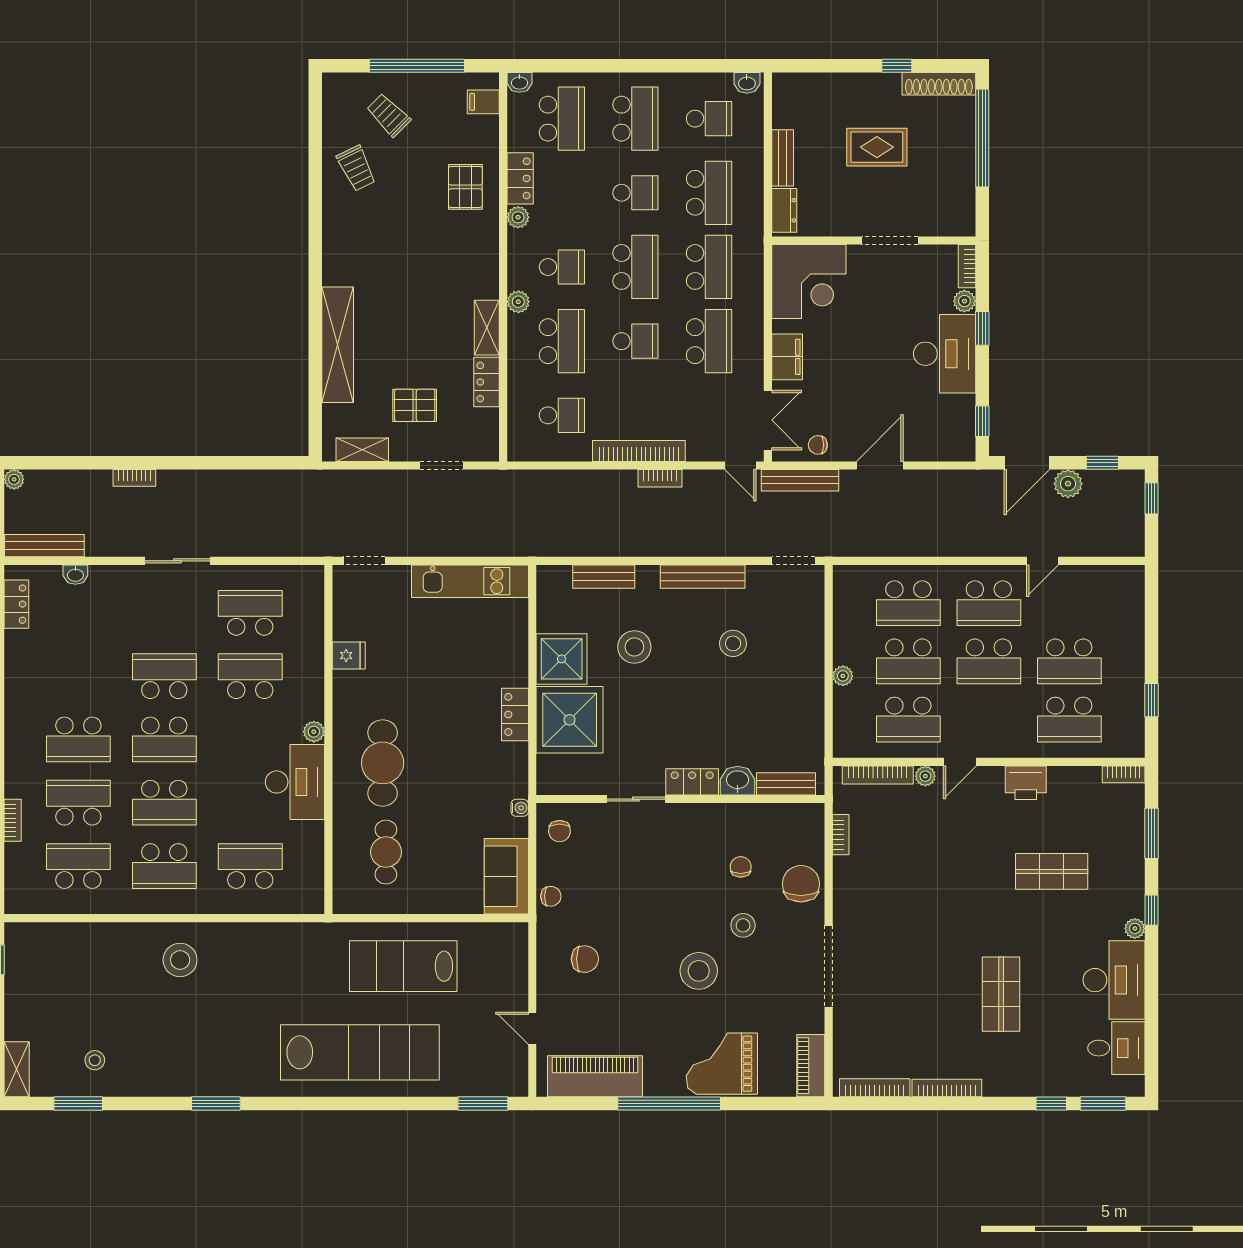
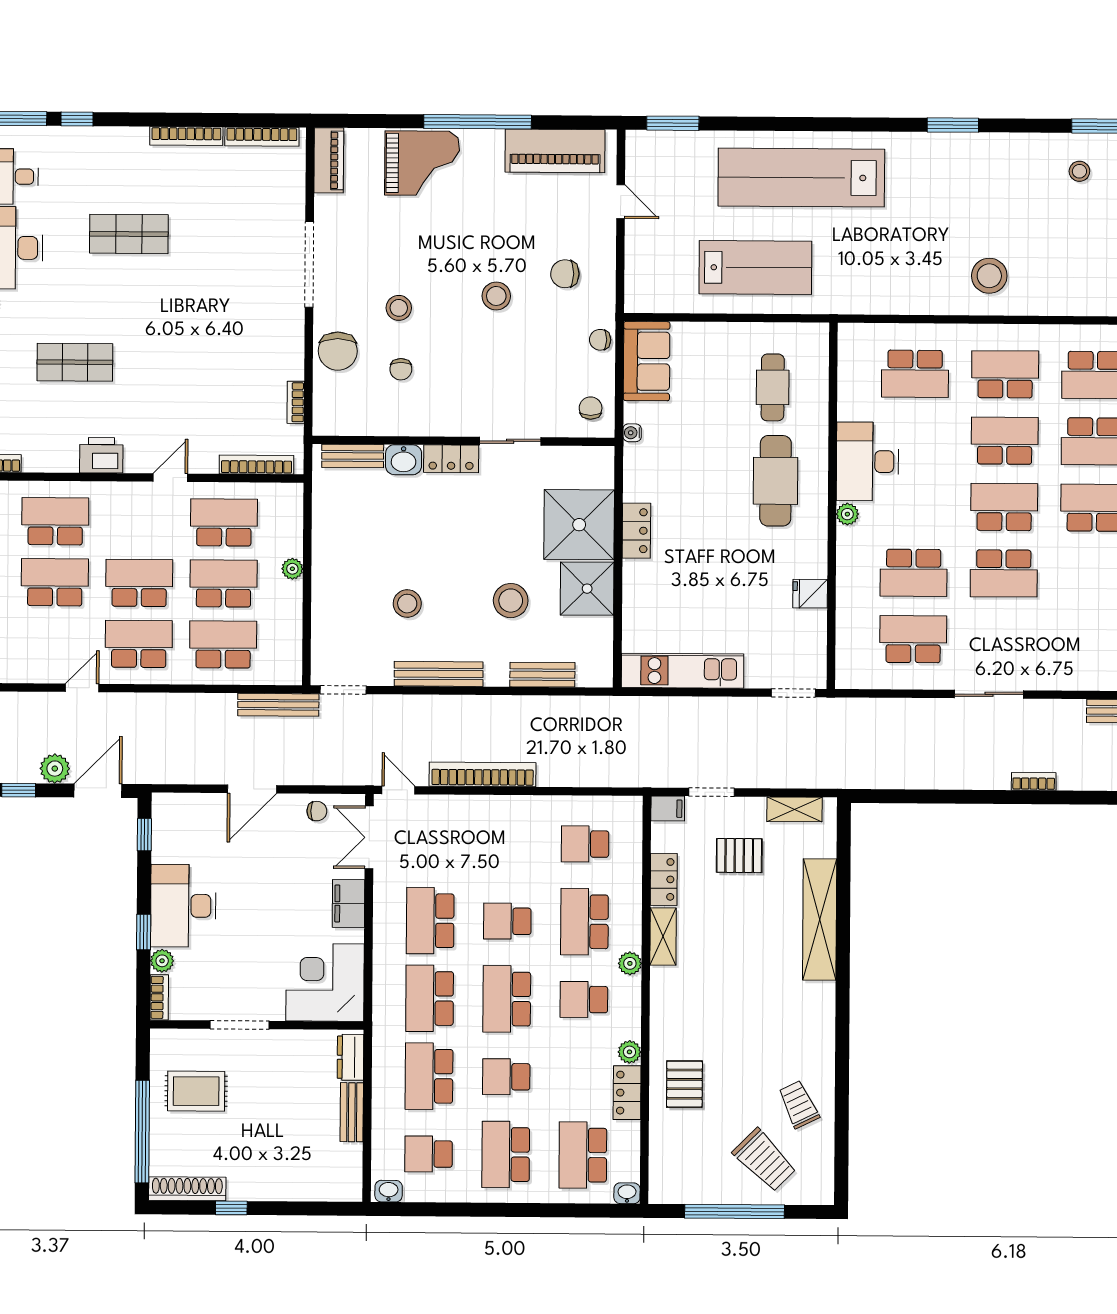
filing cabinet: (483, 102) -> (668, 809), moved
trolley: (389, 115) -> (765, 1160), width x1.36, depth x1.39
rug: (877, 147) -> (196, 1091), moved
bookcase: (639, 451) -> (505, 806), removed
bookcase: (660, 478) -> (483, 774), width x2.31, depth x1.31
bench: (800, 480) -> (278, 705), moved
washbasin: (75, 575) -> (1096, 681), removed
school desk: (250, 613) -> (913, 639), turned 180
plant: (925, 776) -> (207, 463), removed
stool: (699, 971) -> (496, 296), moved, width x0.73, depth x0.73
shop shelf: (1001, 994) -> (129, 234), turned 90

